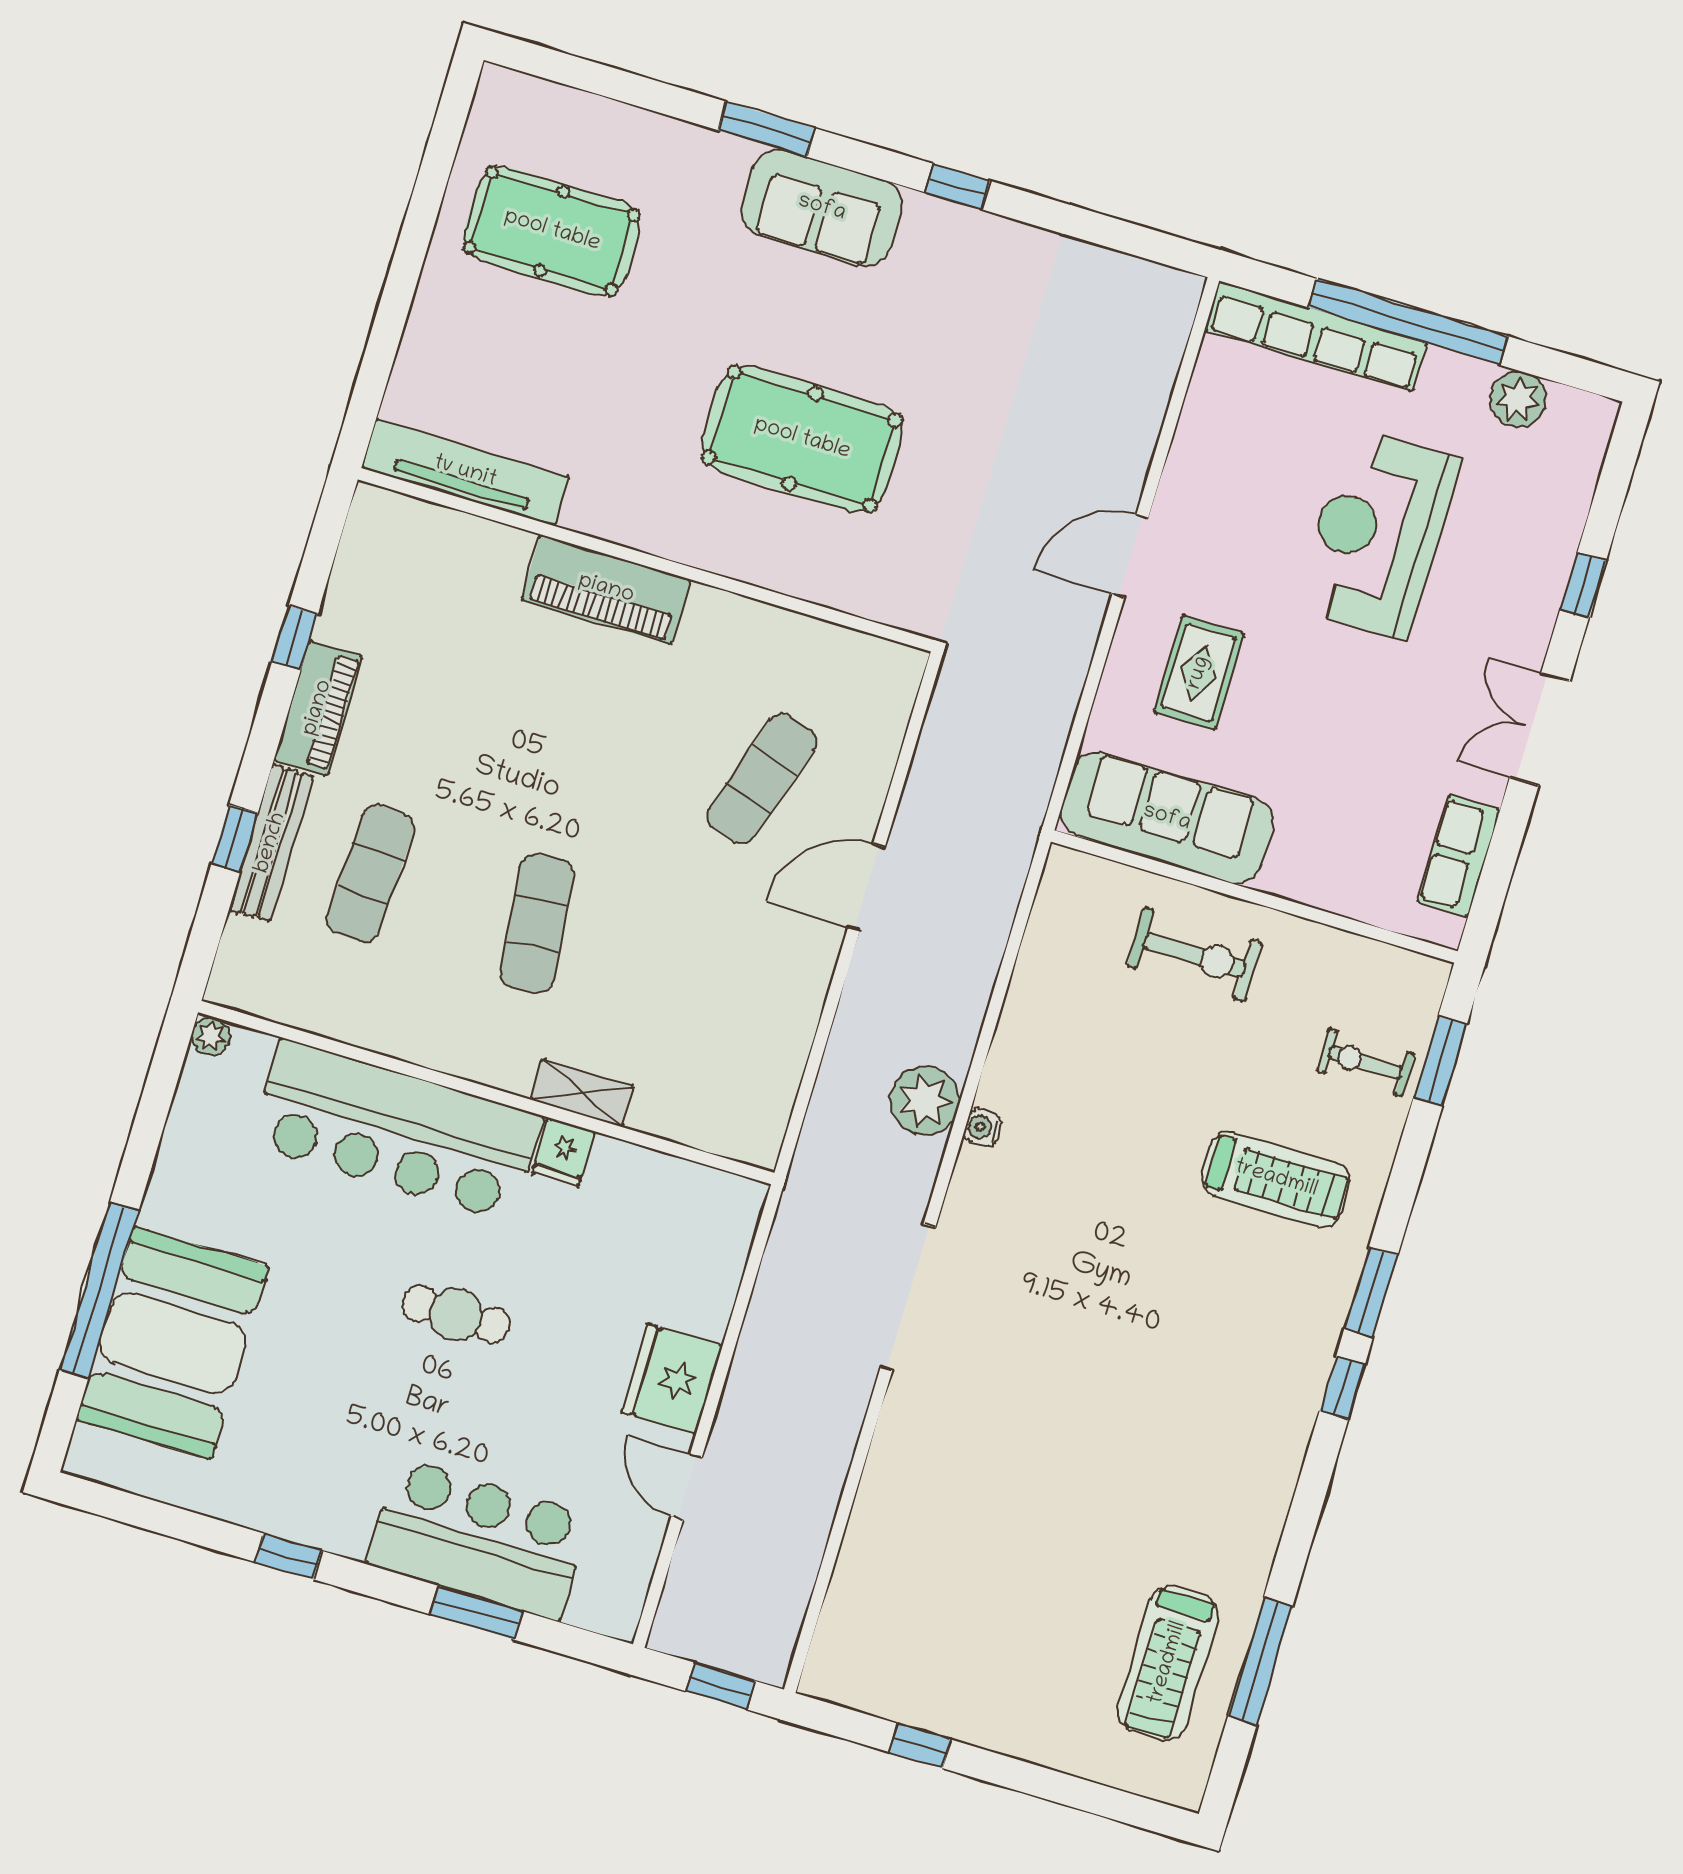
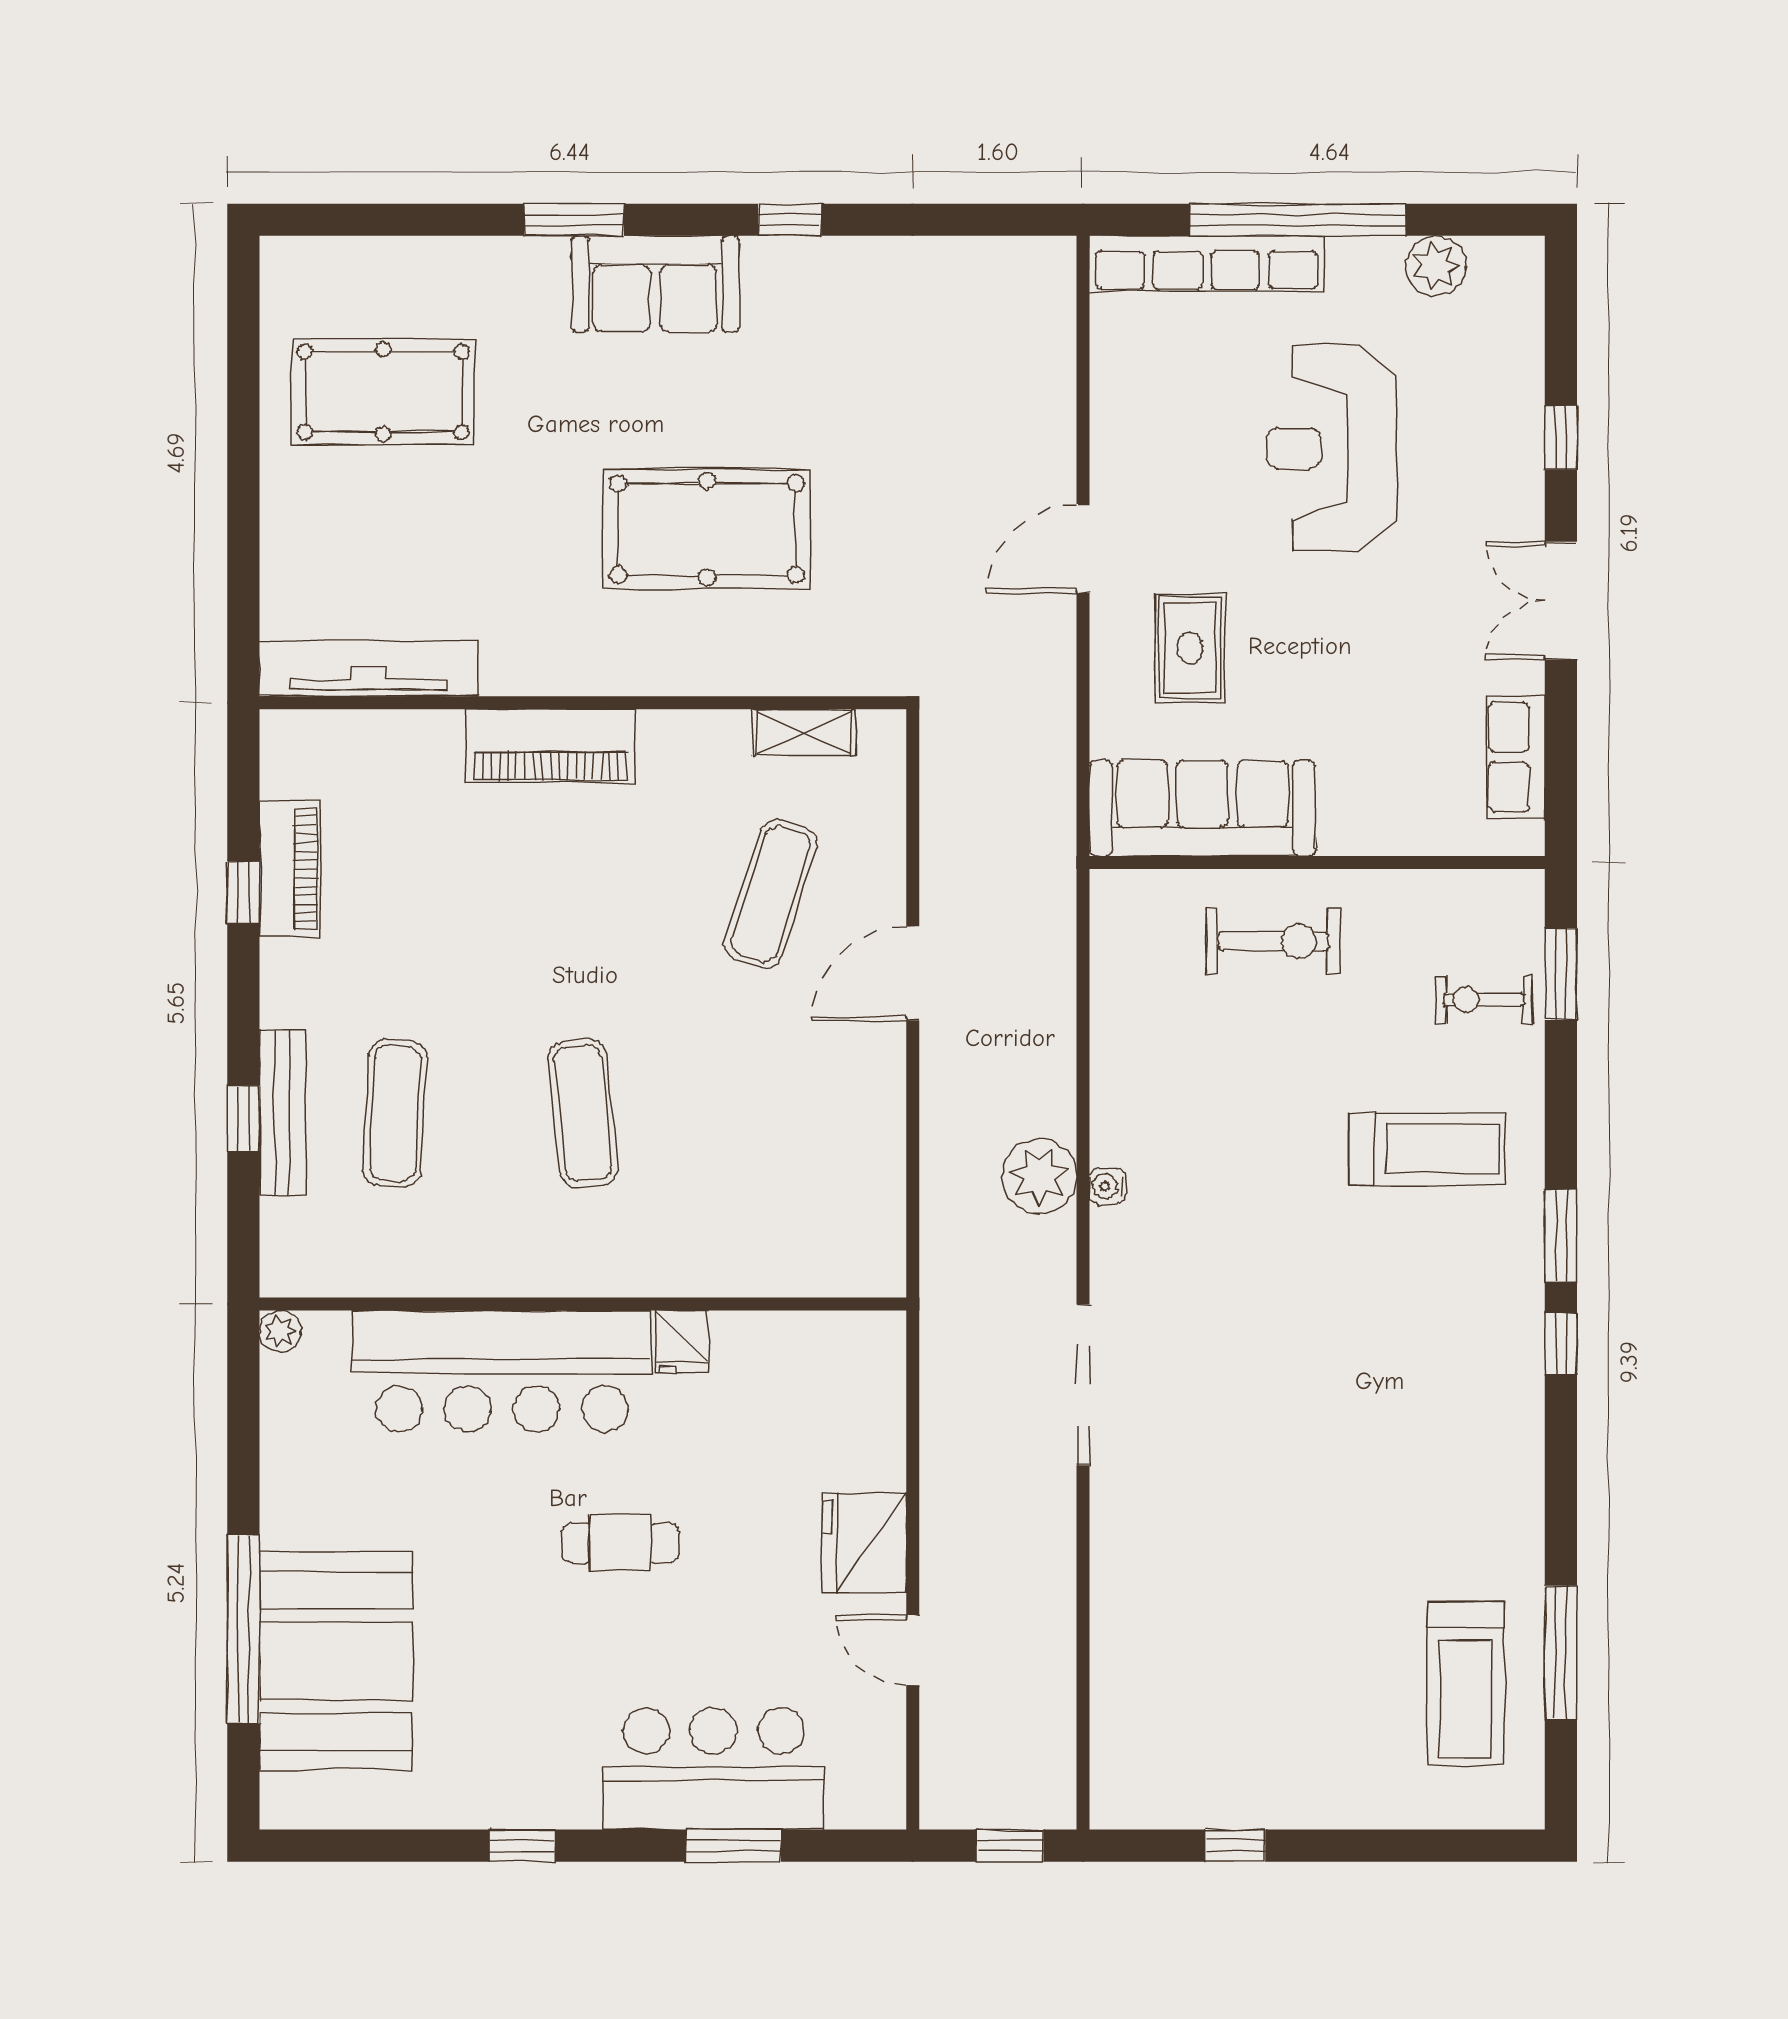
piano: (318, 708) -> (290, 869), moved
shelving: (582, 1093) -> (804, 732), moved

